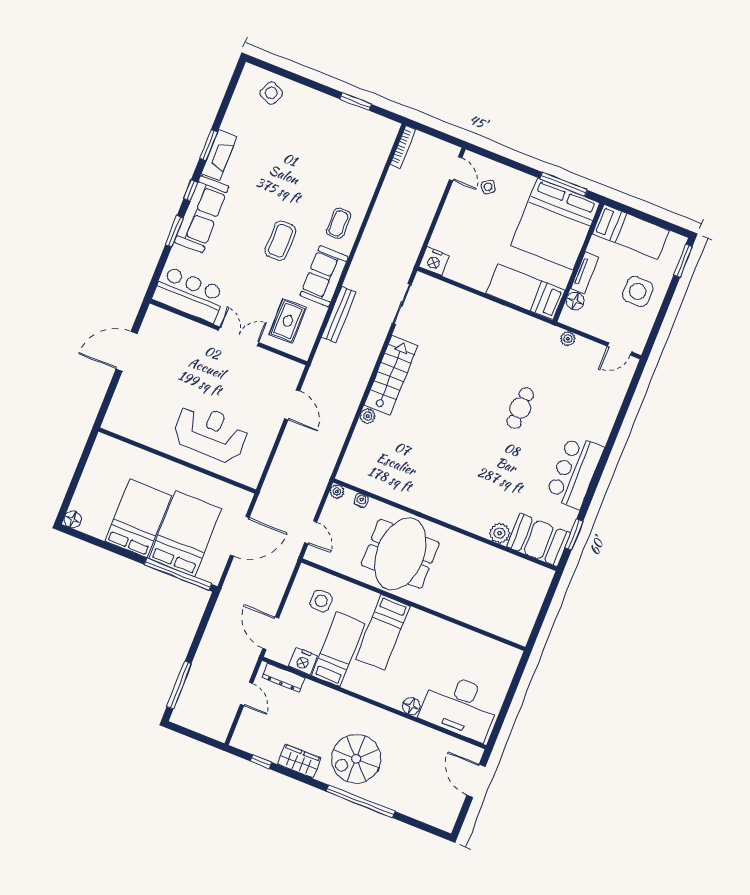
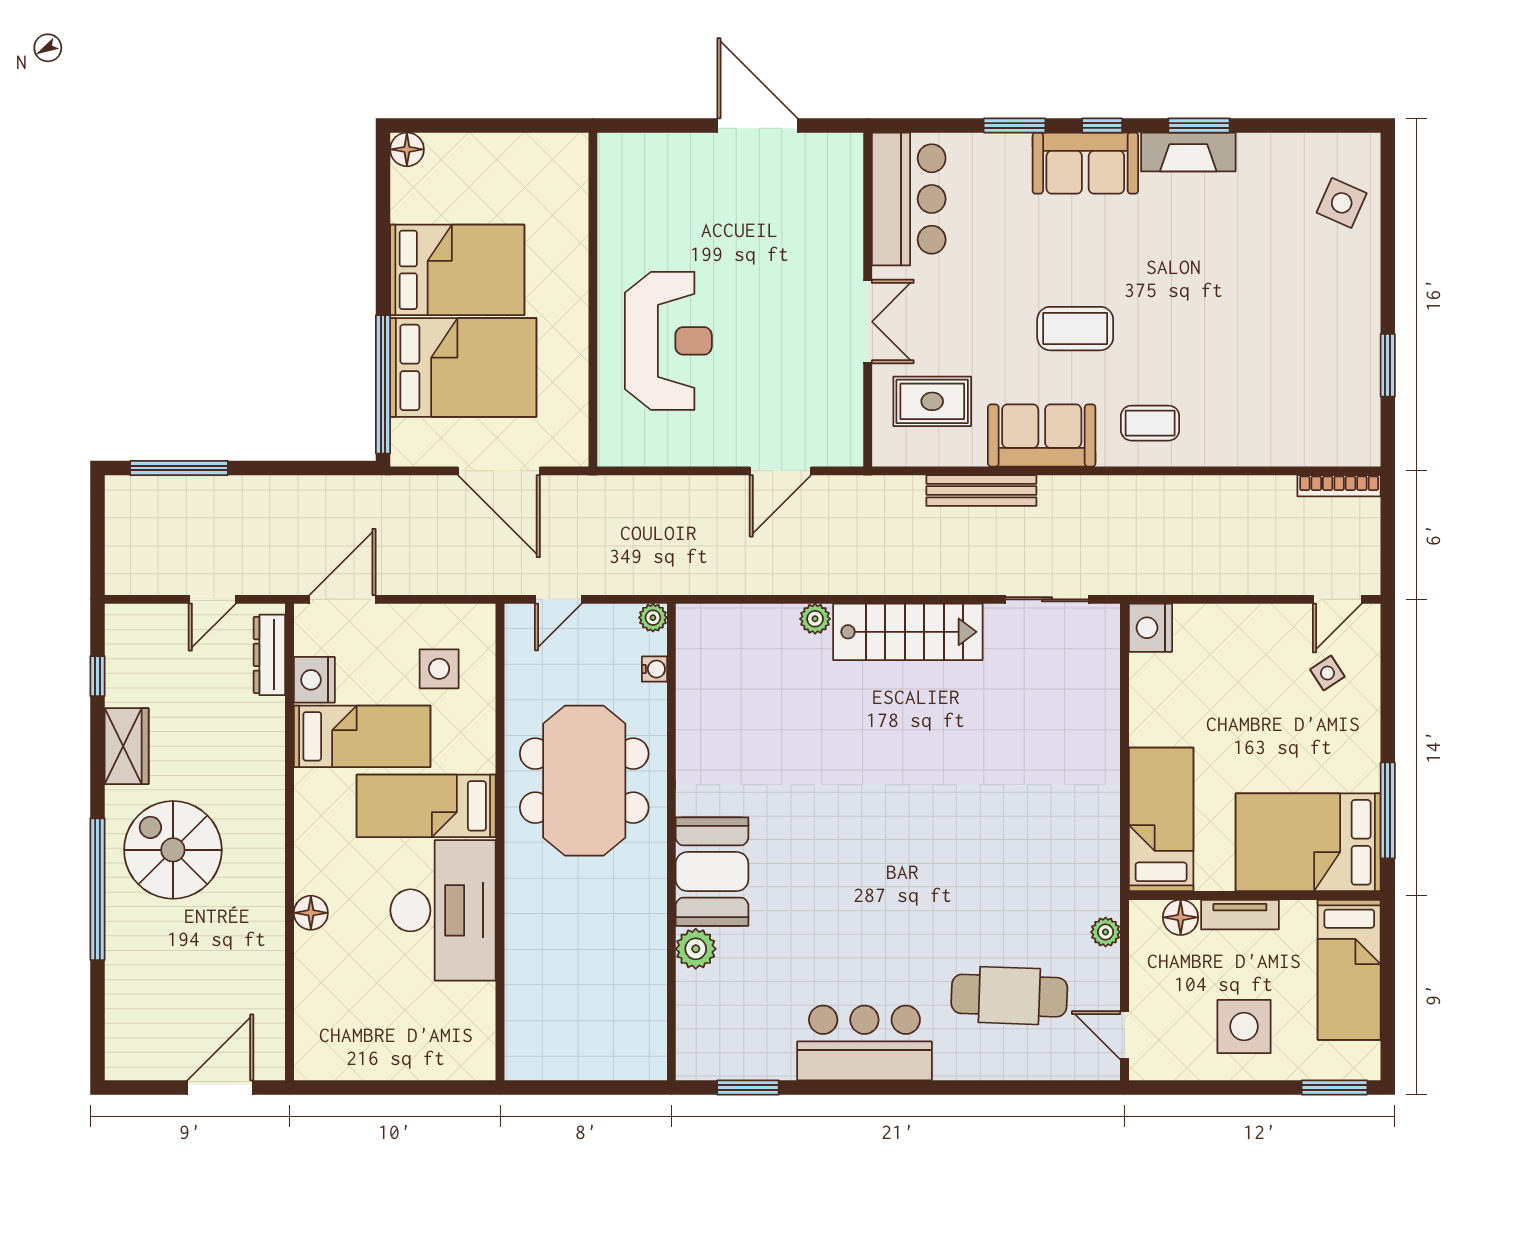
sofa: (202, 214) -> (1085, 163), width x0.73
bed: (555, 224) -> (1308, 842), width x0.73
cafe table: (520, 408) -> (1009, 996), moved, width x1.37, depth x1.35
booth: (539, 540) -> (712, 872), moved
meeting table: (400, 554) -> (584, 781), turned 90
desk: (460, 706) -> (443, 910), moved, turned 180

